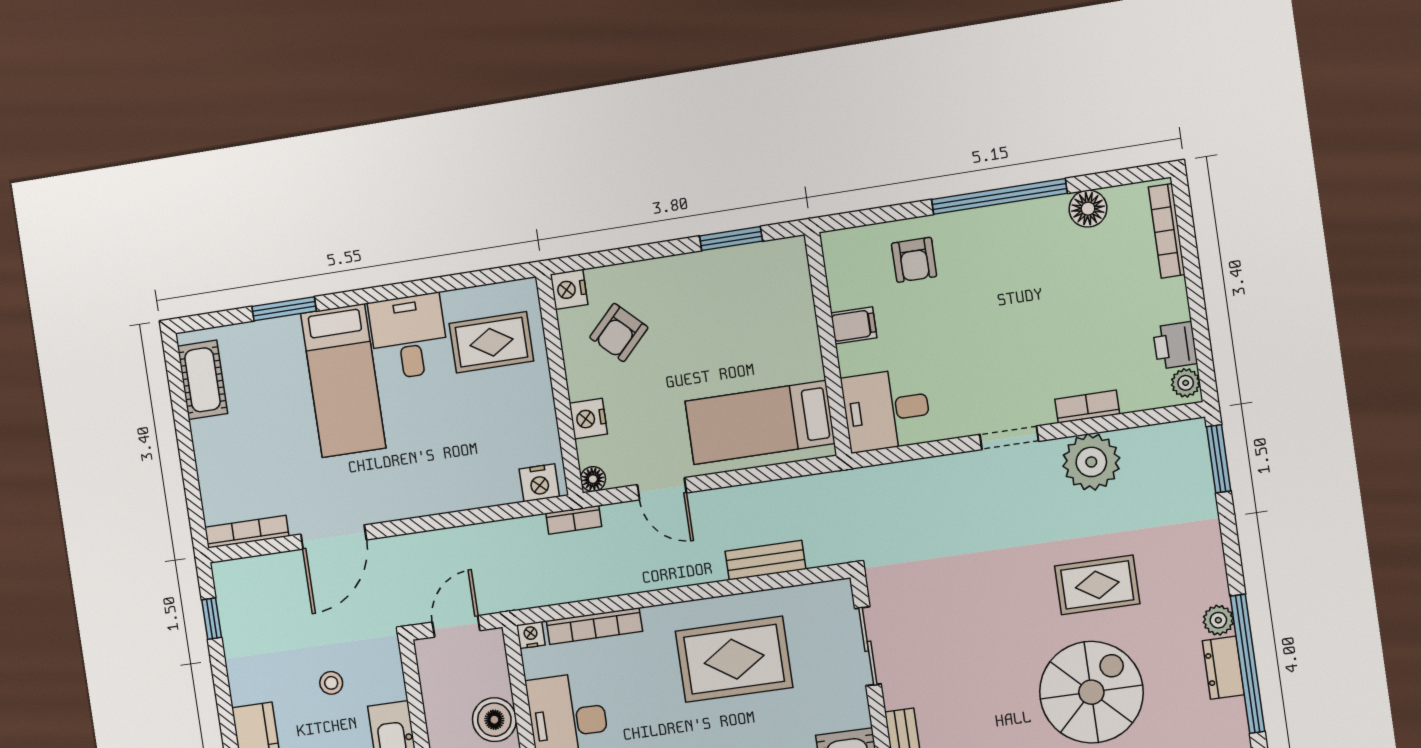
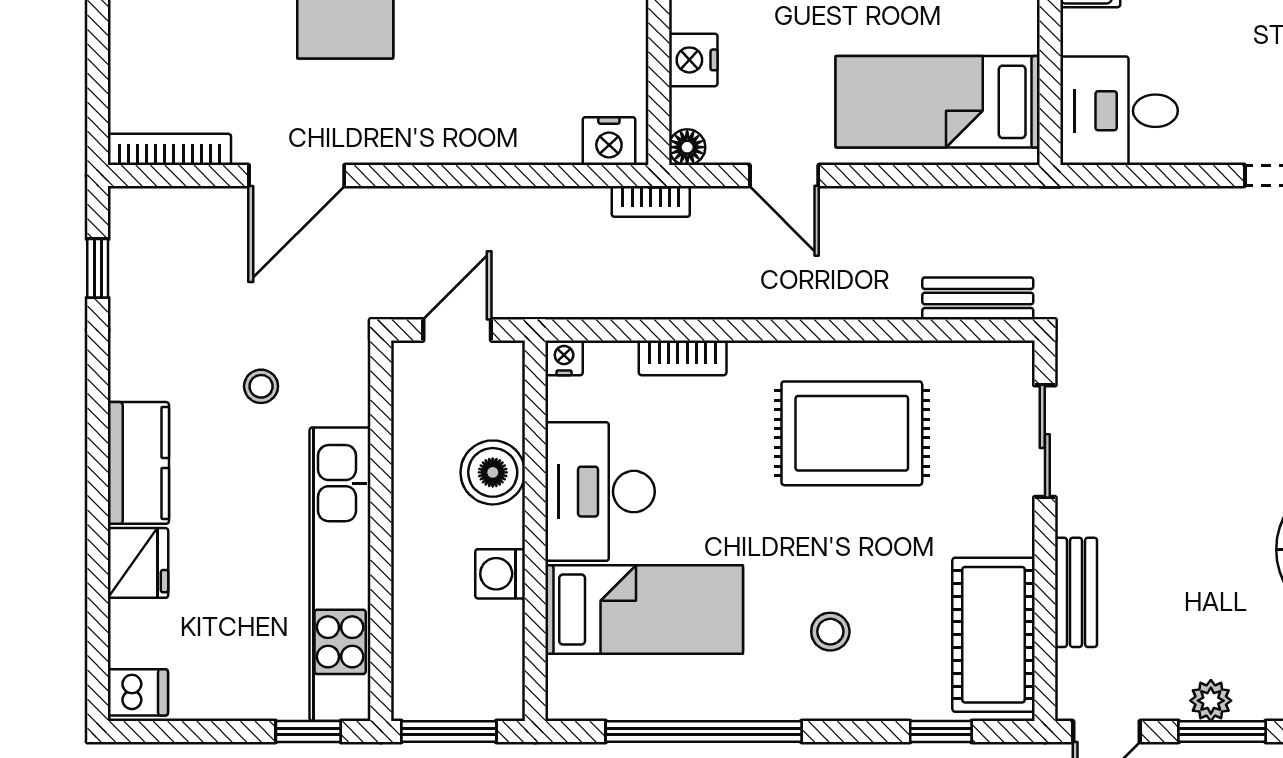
bench: (765, 560) -> (978, 299), moved
bookcase: (594, 626) -> (683, 358), width x0.64

